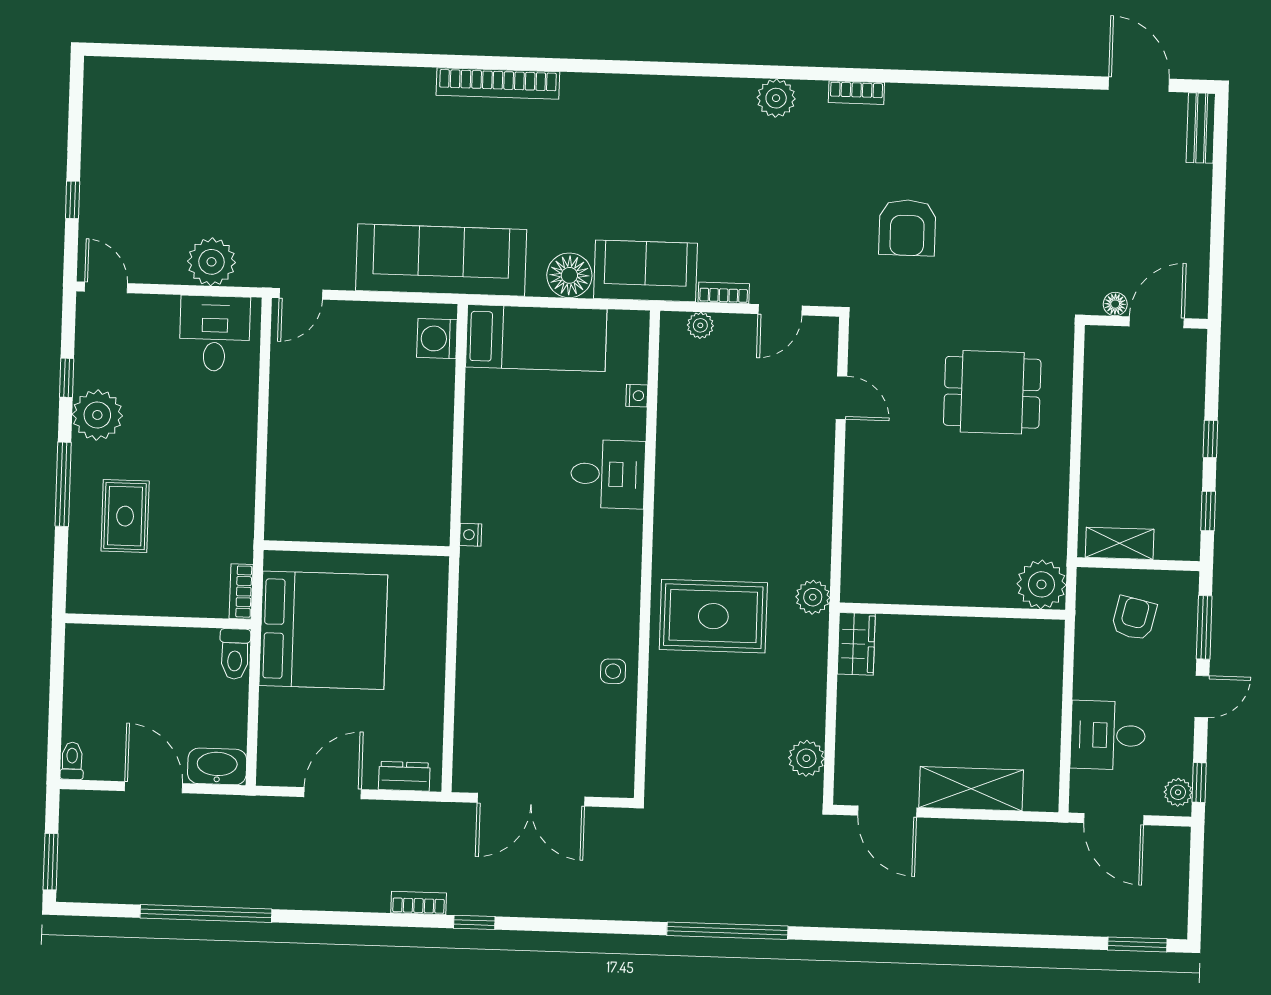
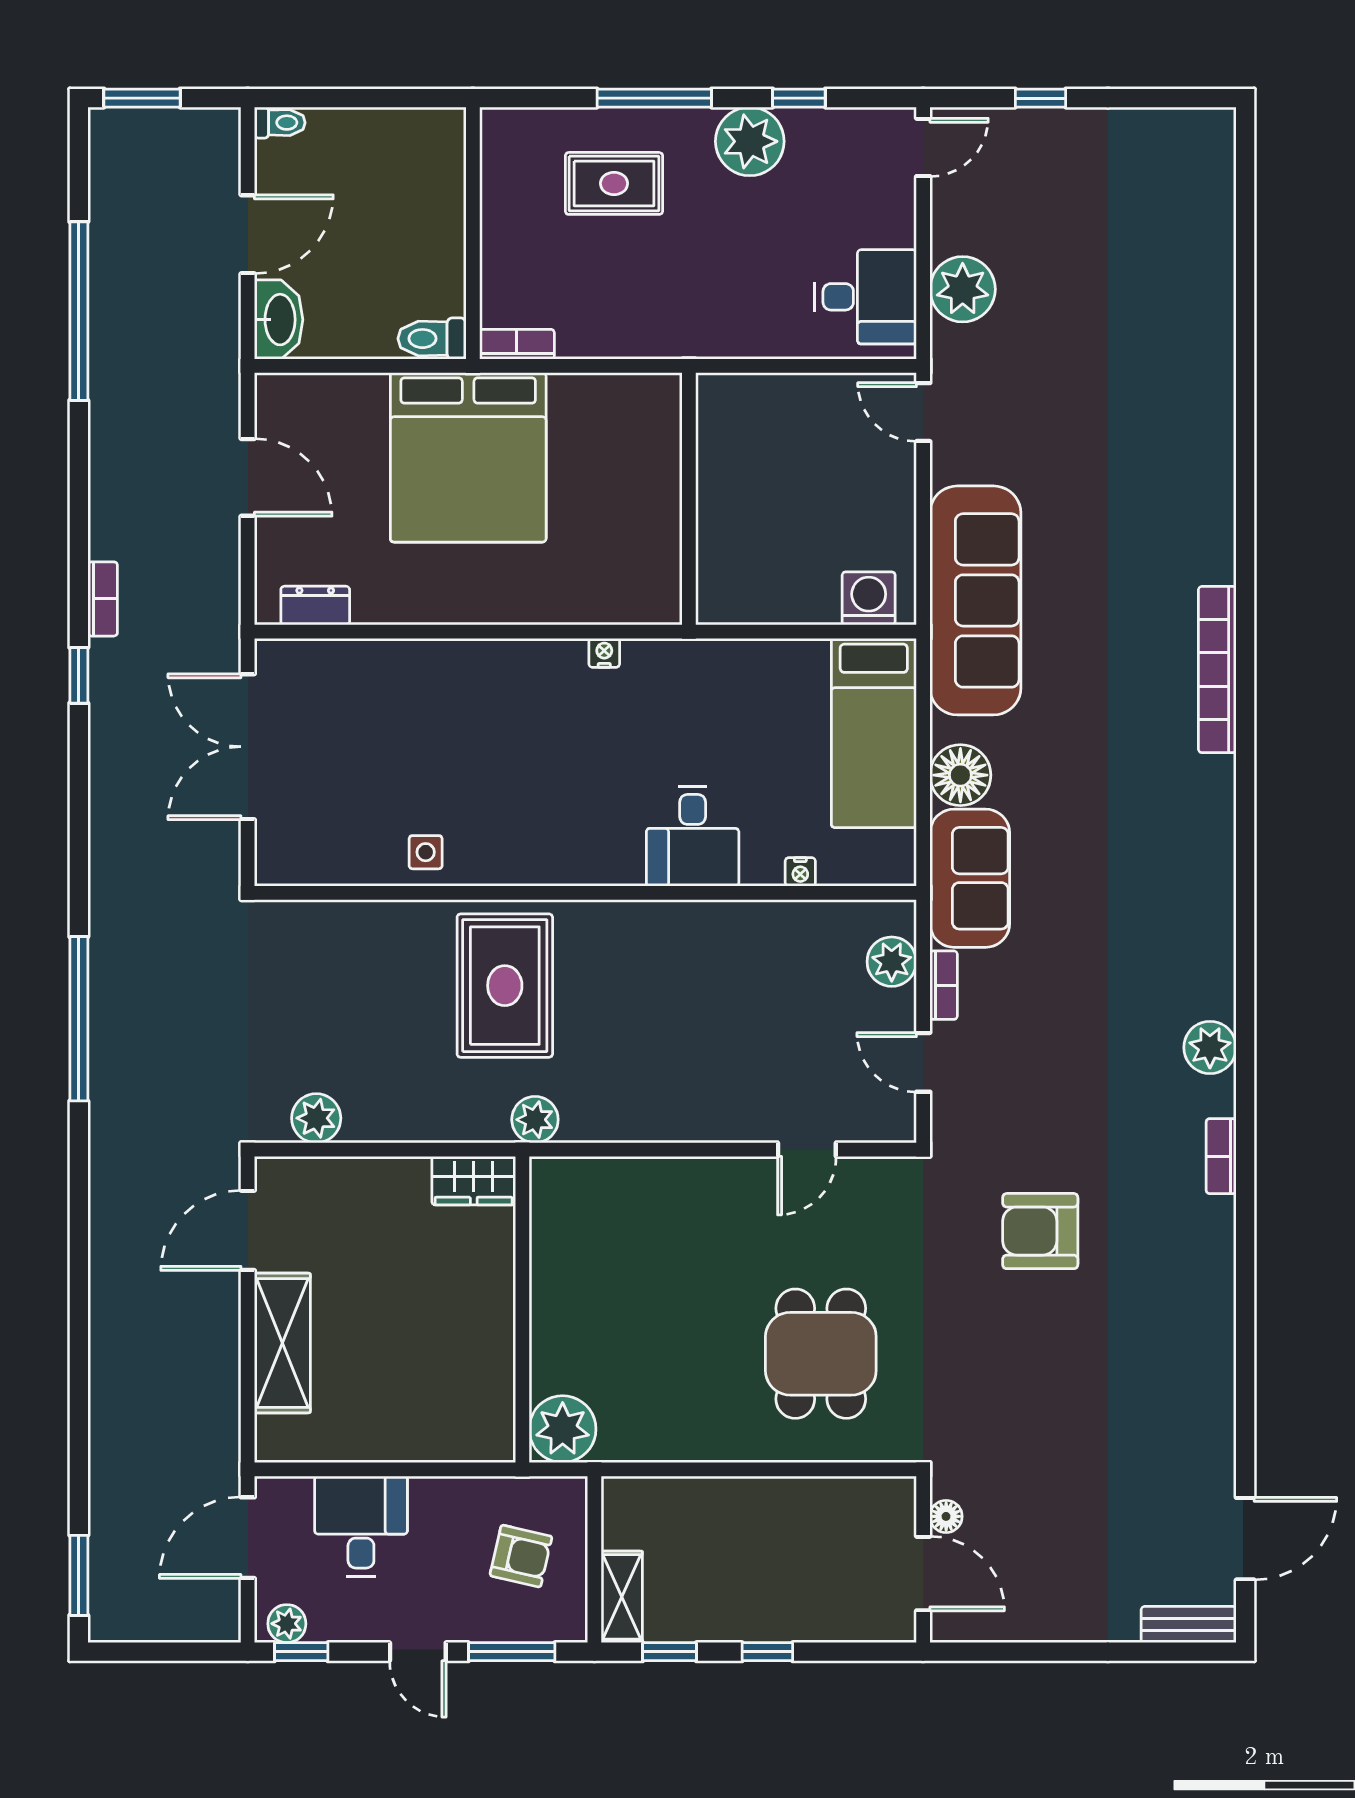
plant: (700, 325) -> (892, 962), width x1.38, depth x1.38
shelving: (1120, 543) -> (622, 1597), moved
wall: (357, 548) -> (689, 499), moved
dresser: (404, 776) -> (315, 606), moved, turned -90

